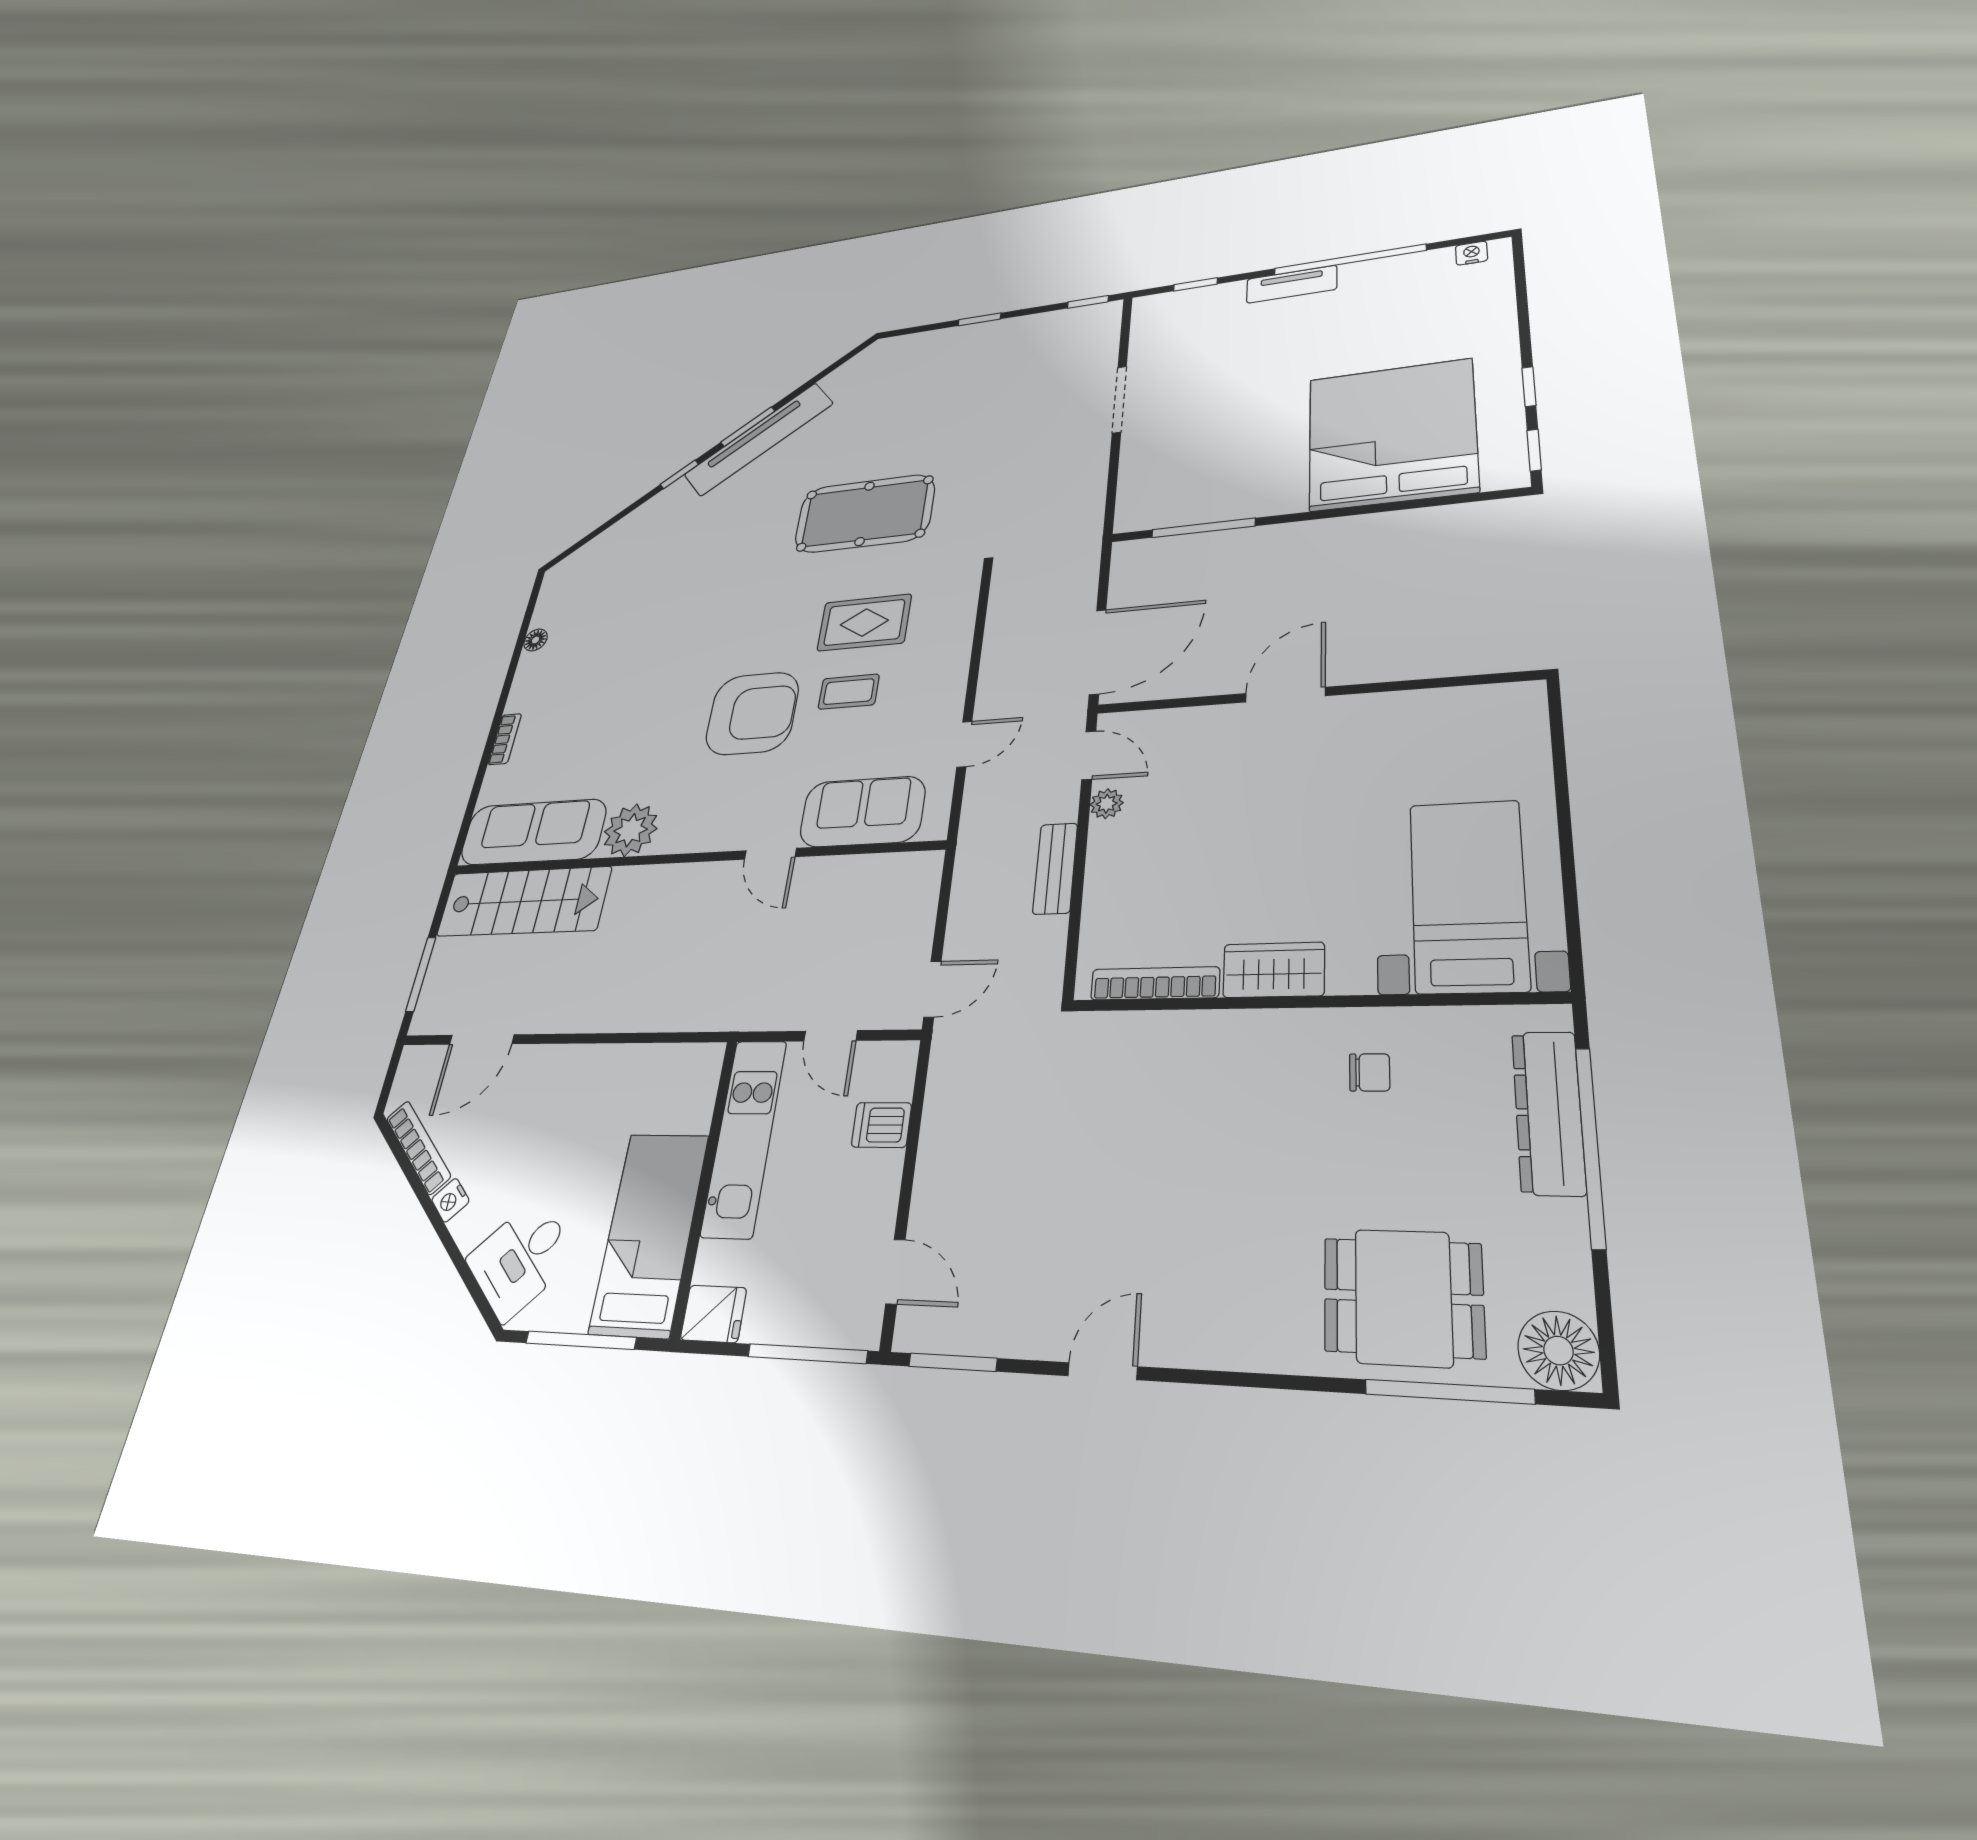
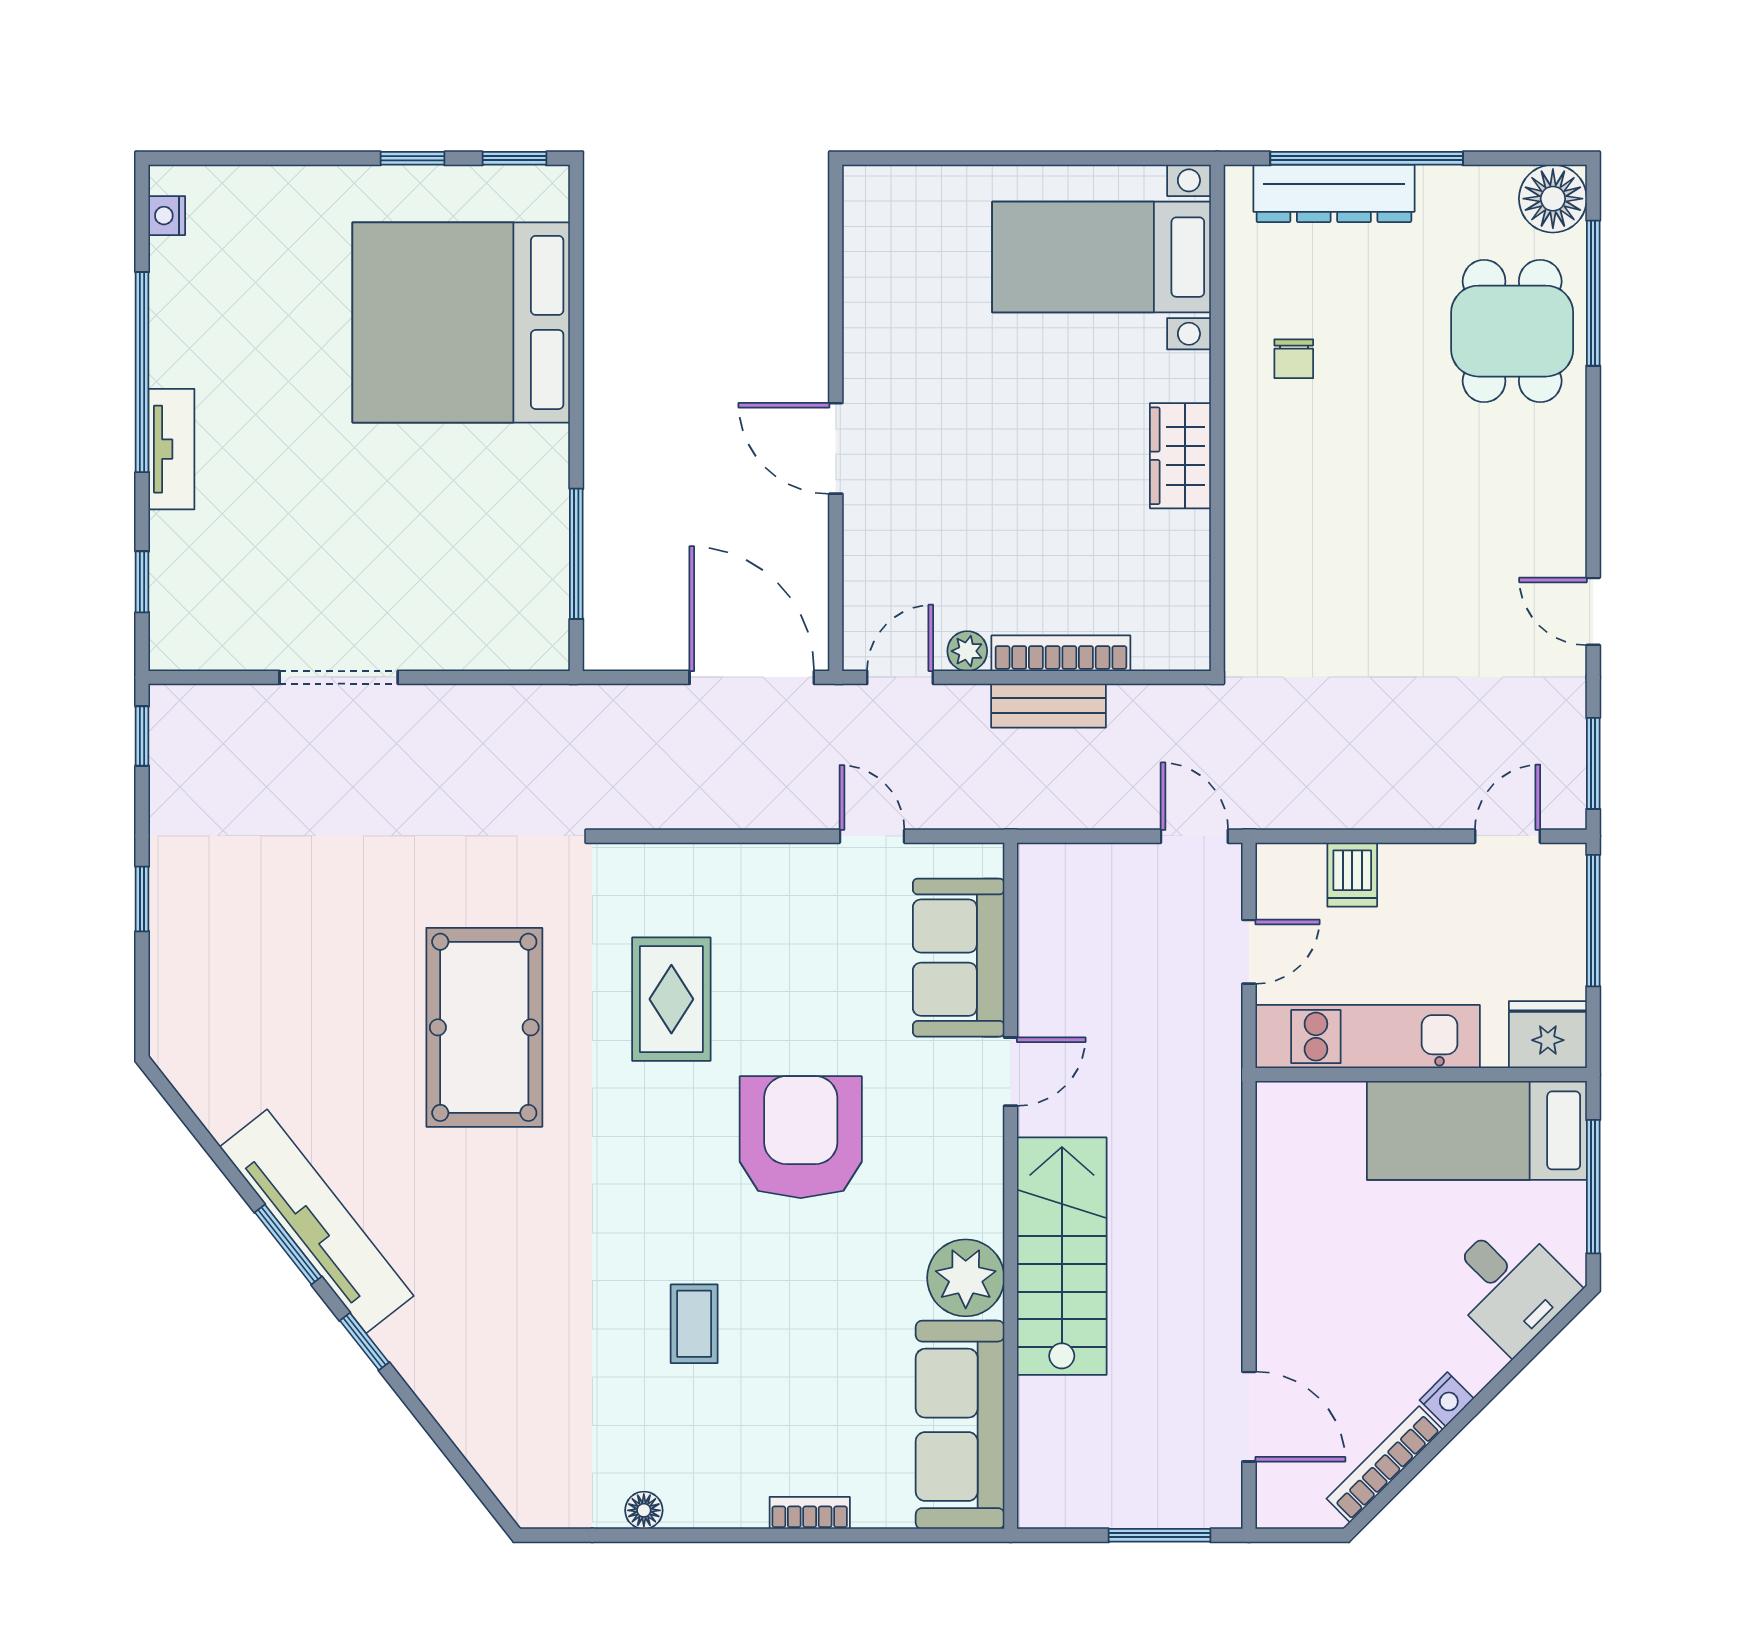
coffee table: (849, 692) -> (694, 1324), moved
stairs: (524, 901) -> (1062, 1256), moved
bookcase: (1155, 983) -> (1061, 653), moved, turned 90
chair: (1370, 1072) -> (1294, 359), turned 180
fridge: (714, 1314) -> (1548, 1035), width x1.38

